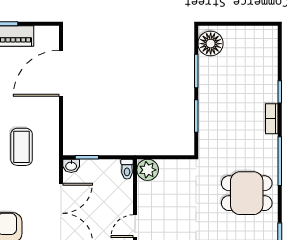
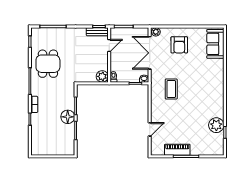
floor lamp: (211, 44) -> (68, 117), moved
door: (61, 73) -> (150, 129), width x0.53
dining table: (247, 193) -> (48, 64), turned 90

